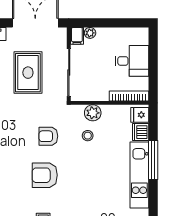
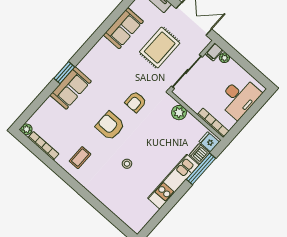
desk: (132, 61) -> (239, 97), width x1.37
armchair: (48, 136) -> (136, 102), turned -90
stool: (88, 136) -> (127, 164), moved
window: (153, 160) -> (201, 169), moved

